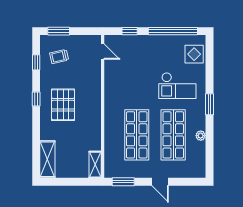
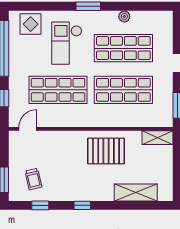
shop shelf: (137, 78) -> (58, 90), added
checkout: (177, 86) -> (67, 43), turned 180
pallet: (63, 105) -> (106, 151), moved
shelving: (47, 159) -> (136, 192), moved

